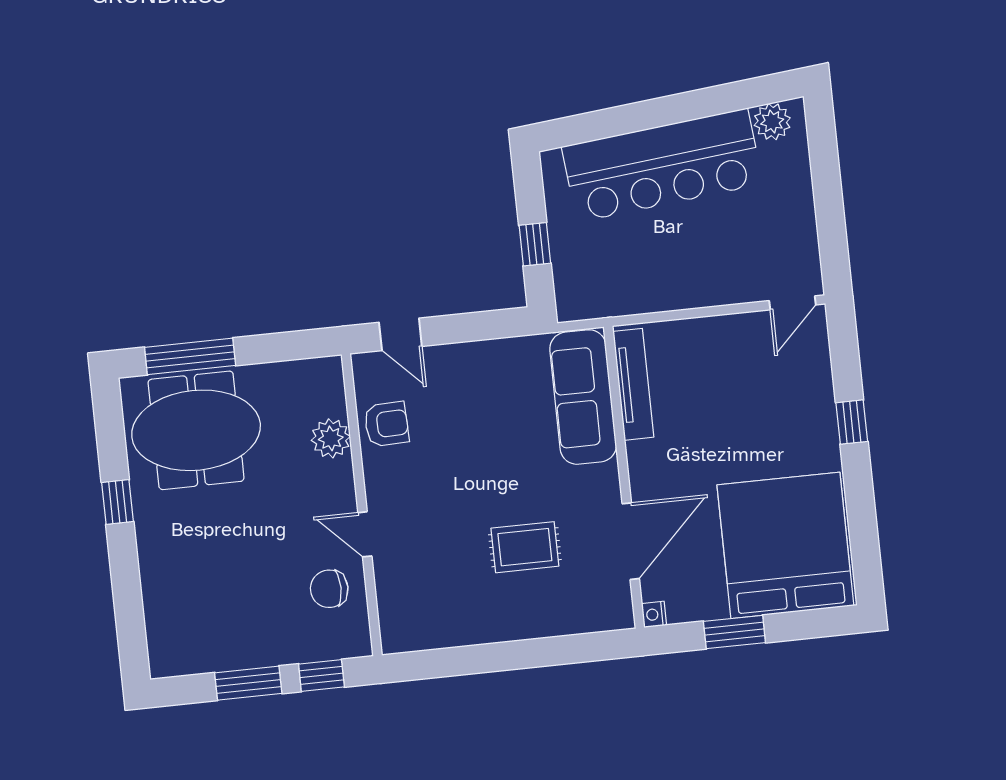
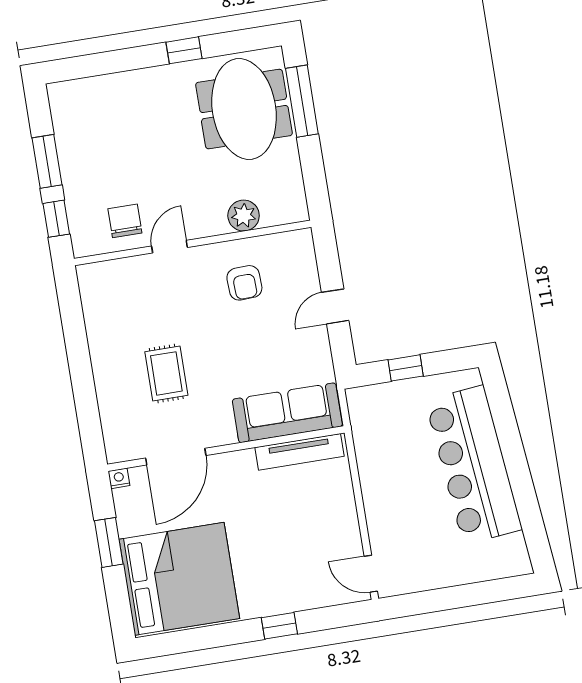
plant: (772, 122) -> (513, 550), removed
door: (400, 334) -> (335, 306), moved
armchair: (386, 424) -> (244, 283), moved
door: (631, 541) -> (176, 457), hinge flipped

